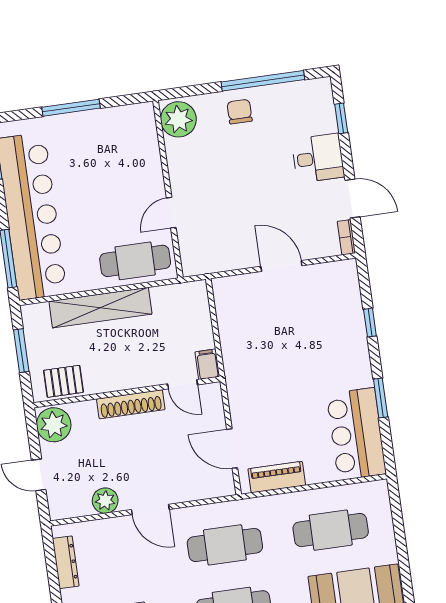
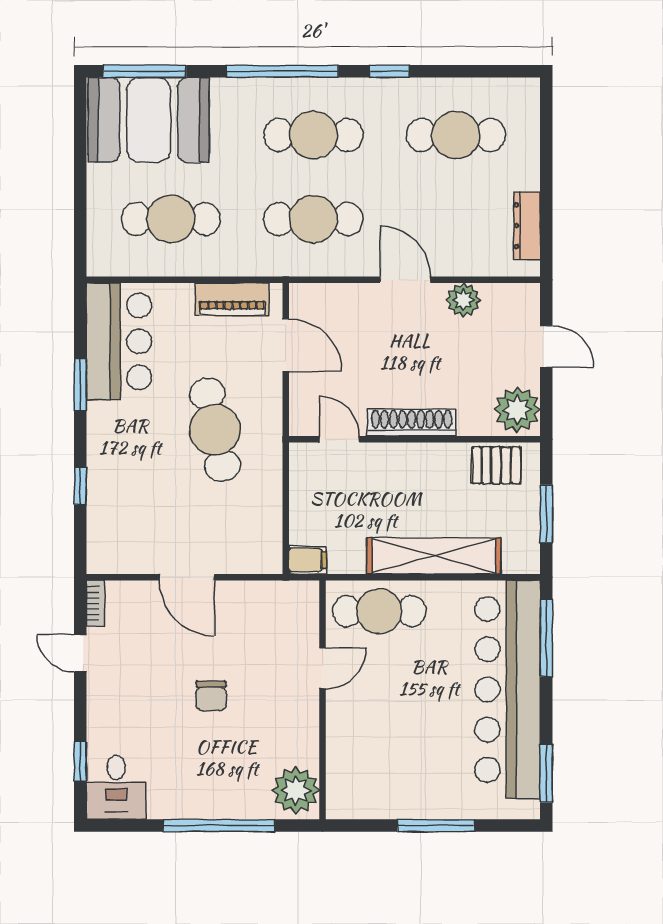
window: (263, 81) -> (219, 826), moved
chair: (240, 112) -> (211, 696), moved
desk: (318, 158) -> (116, 787), moved, turned -90
door: (352, 198) -> (80, 653), width x0.73
filing cabinet: (207, 364) -> (308, 560), moved, turned -90
cafe table: (276, 378) -> (215, 430), added

